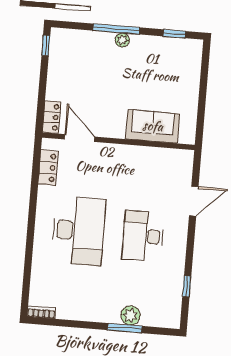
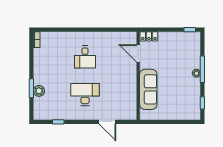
sofa: (153, 126) -> (148, 89), width x1.36
door: (80, 138) -> (138, 53), swing flipped
locker: (48, 168) -> (120, 37), removed
desk: (78, 231) -> (85, 57), width x0.53, depth x0.77

